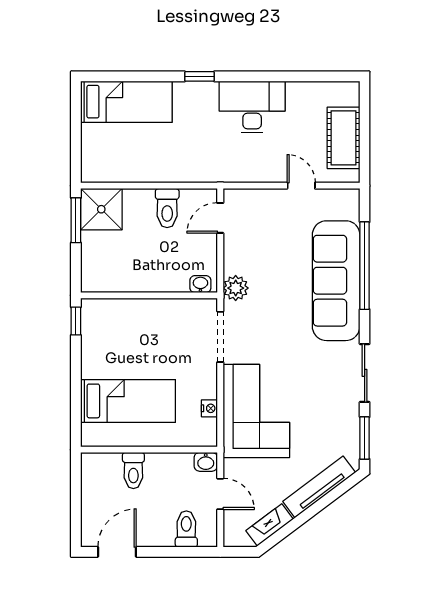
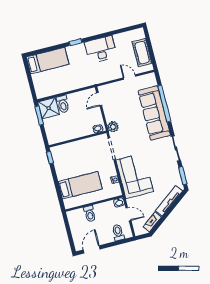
toilet: (167, 208) -> (63, 104), moved

